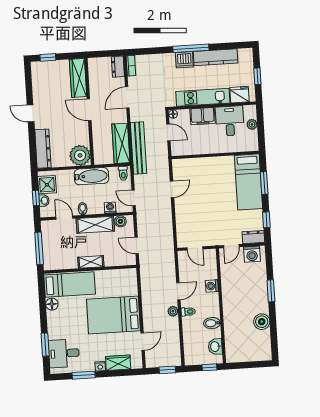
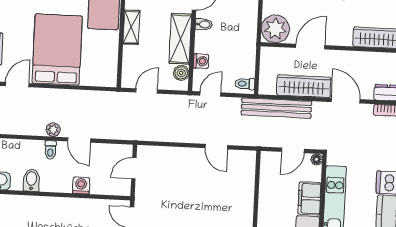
door: (89, 110) -> (310, 47), moved
wardrobe: (121, 143) -> (304, 86), moved
bathtub: (91, 176) -> (246, 41), removed
door: (143, 342) -> (17, 85), swing flipped

